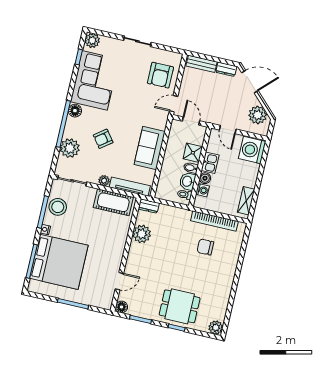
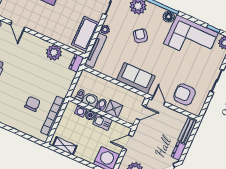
sofa: (150, 148) -> (136, 78), moved

